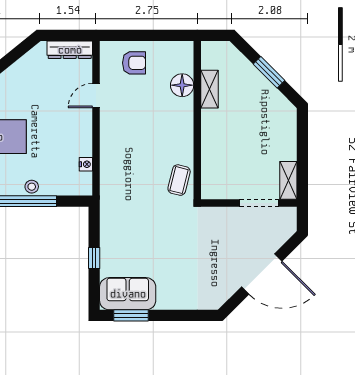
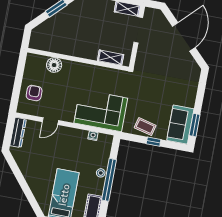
shelving: (210, 89) -> (111, 58), moved
door: (96, 96) -> (50, 121), hinge flipped
corner sofa: (126, 169) -> (101, 111), added
coffee table: (179, 180) -> (145, 127), moved

